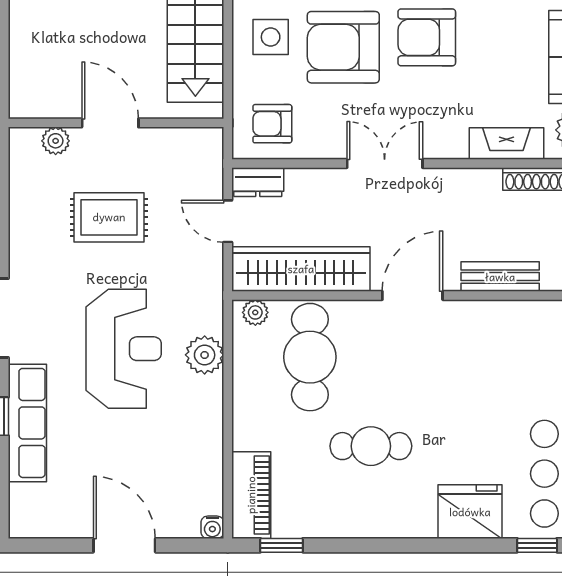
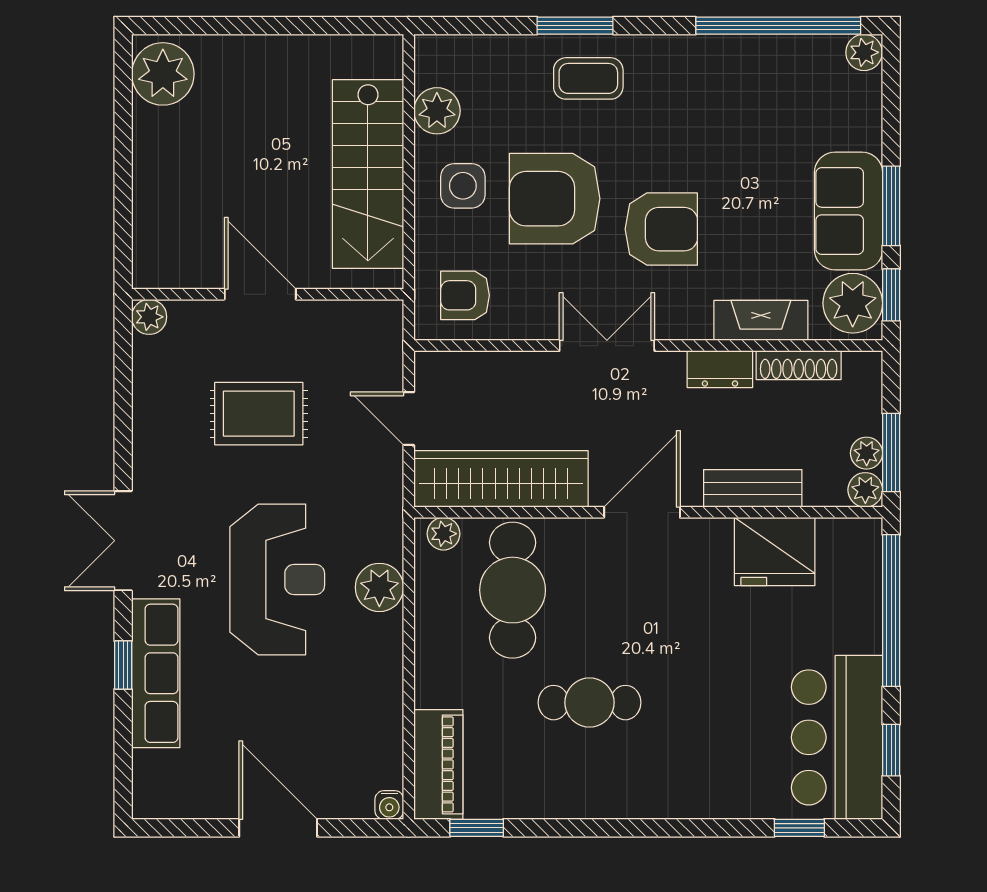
armchair: (427, 37) -> (661, 229), moved, turned 180
plant: (56, 141) -> (149, 317), moved
dresser: (258, 182) -> (720, 369), moved
fridge: (470, 512) -> (775, 552), moved, turned 180

